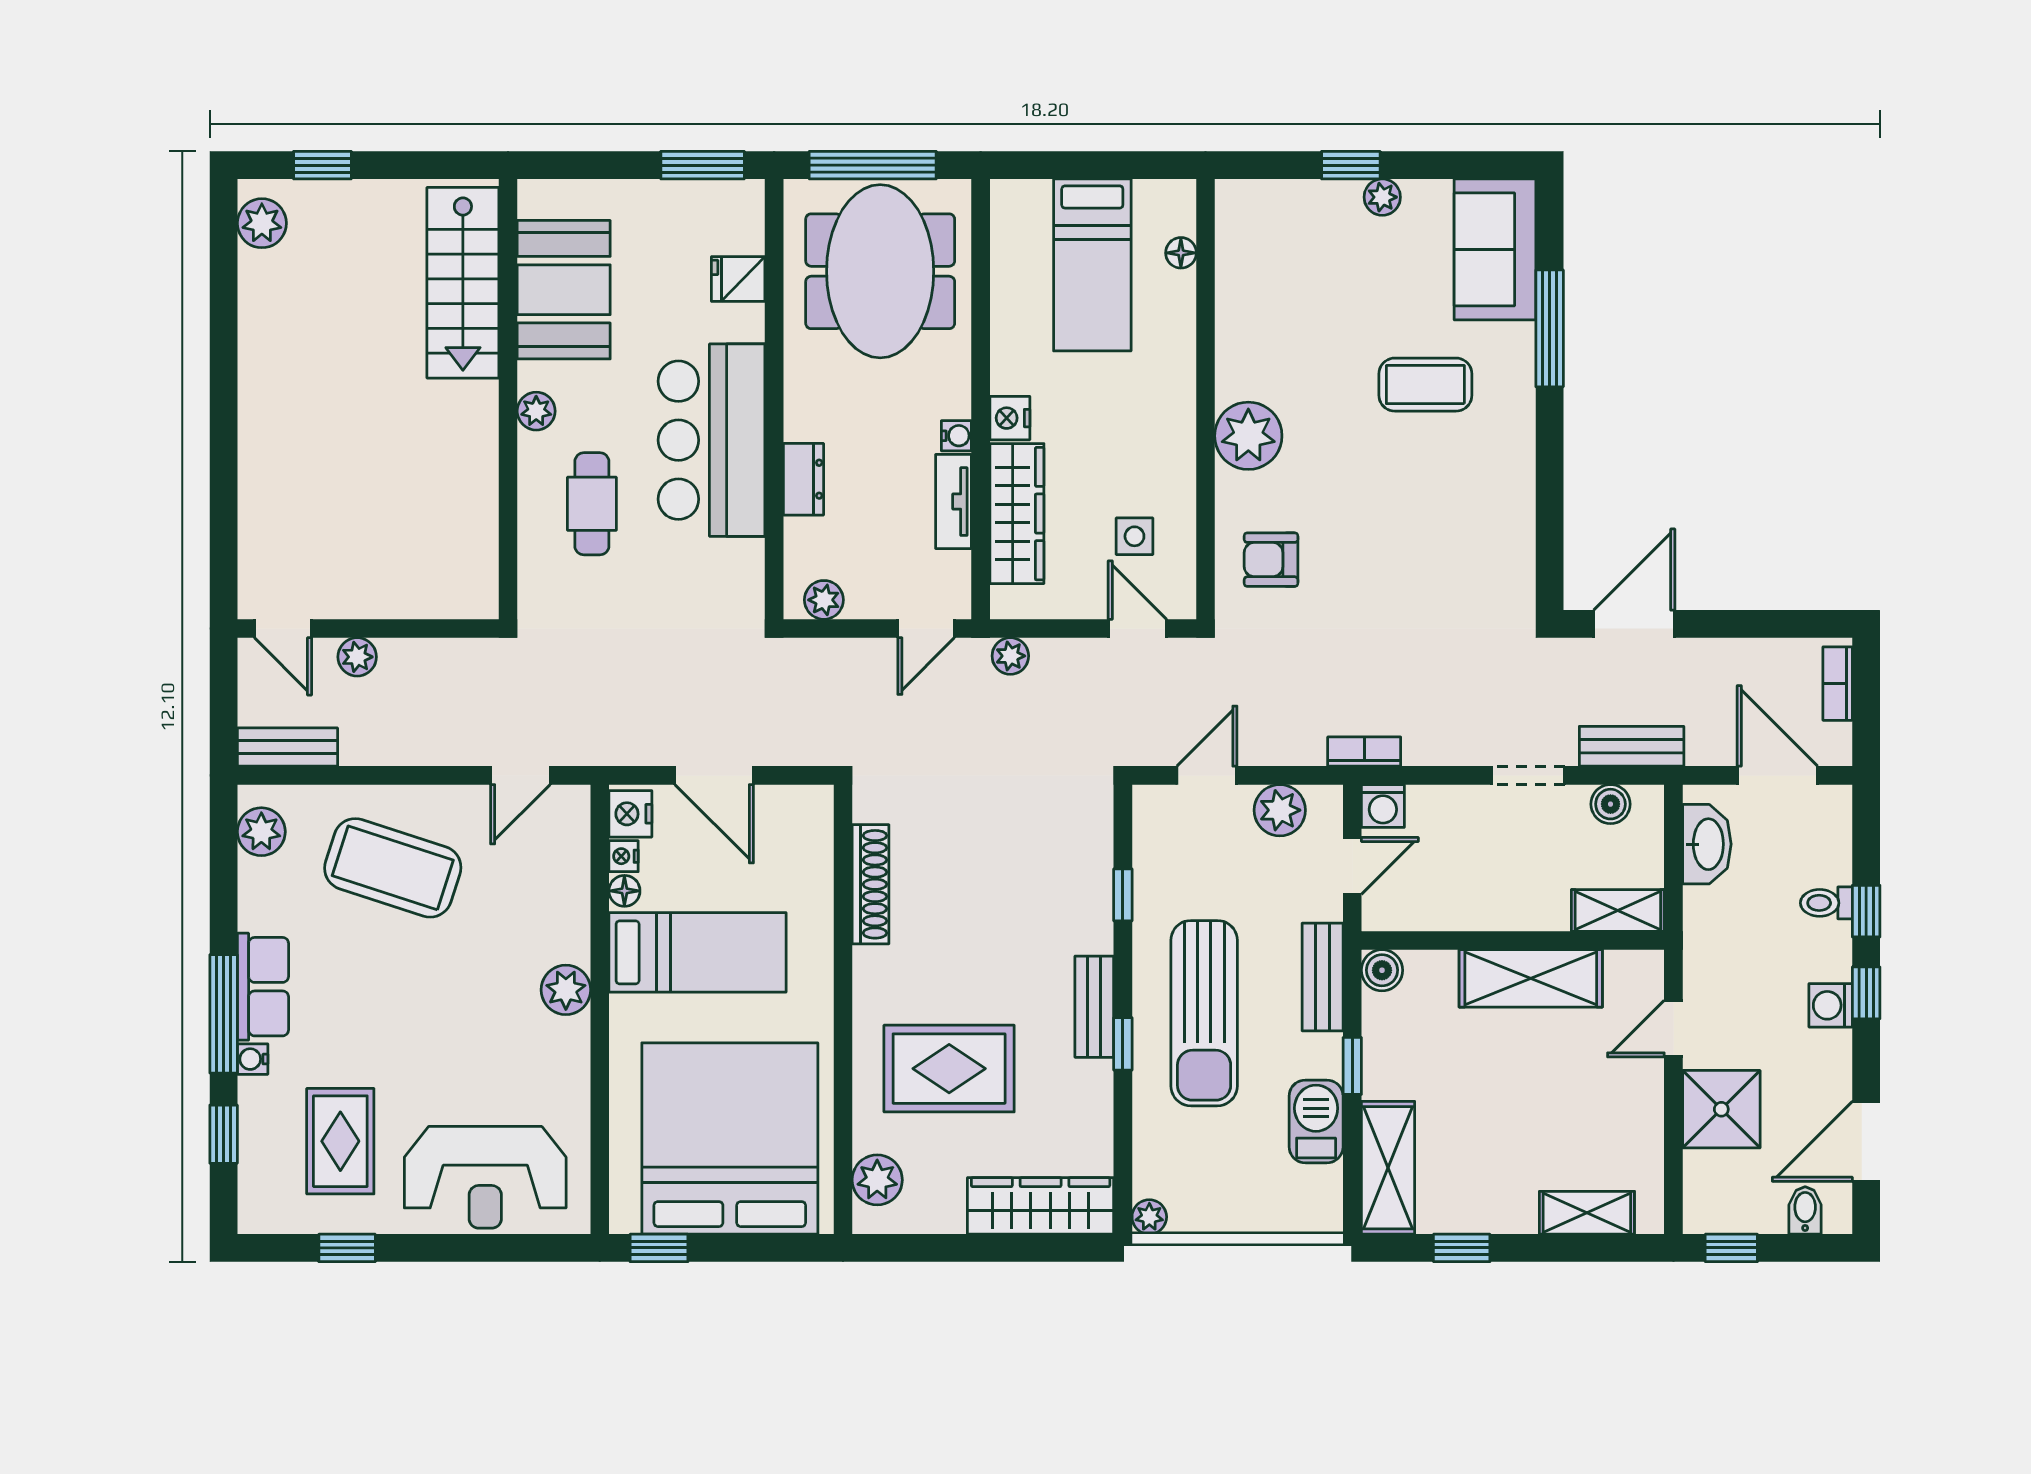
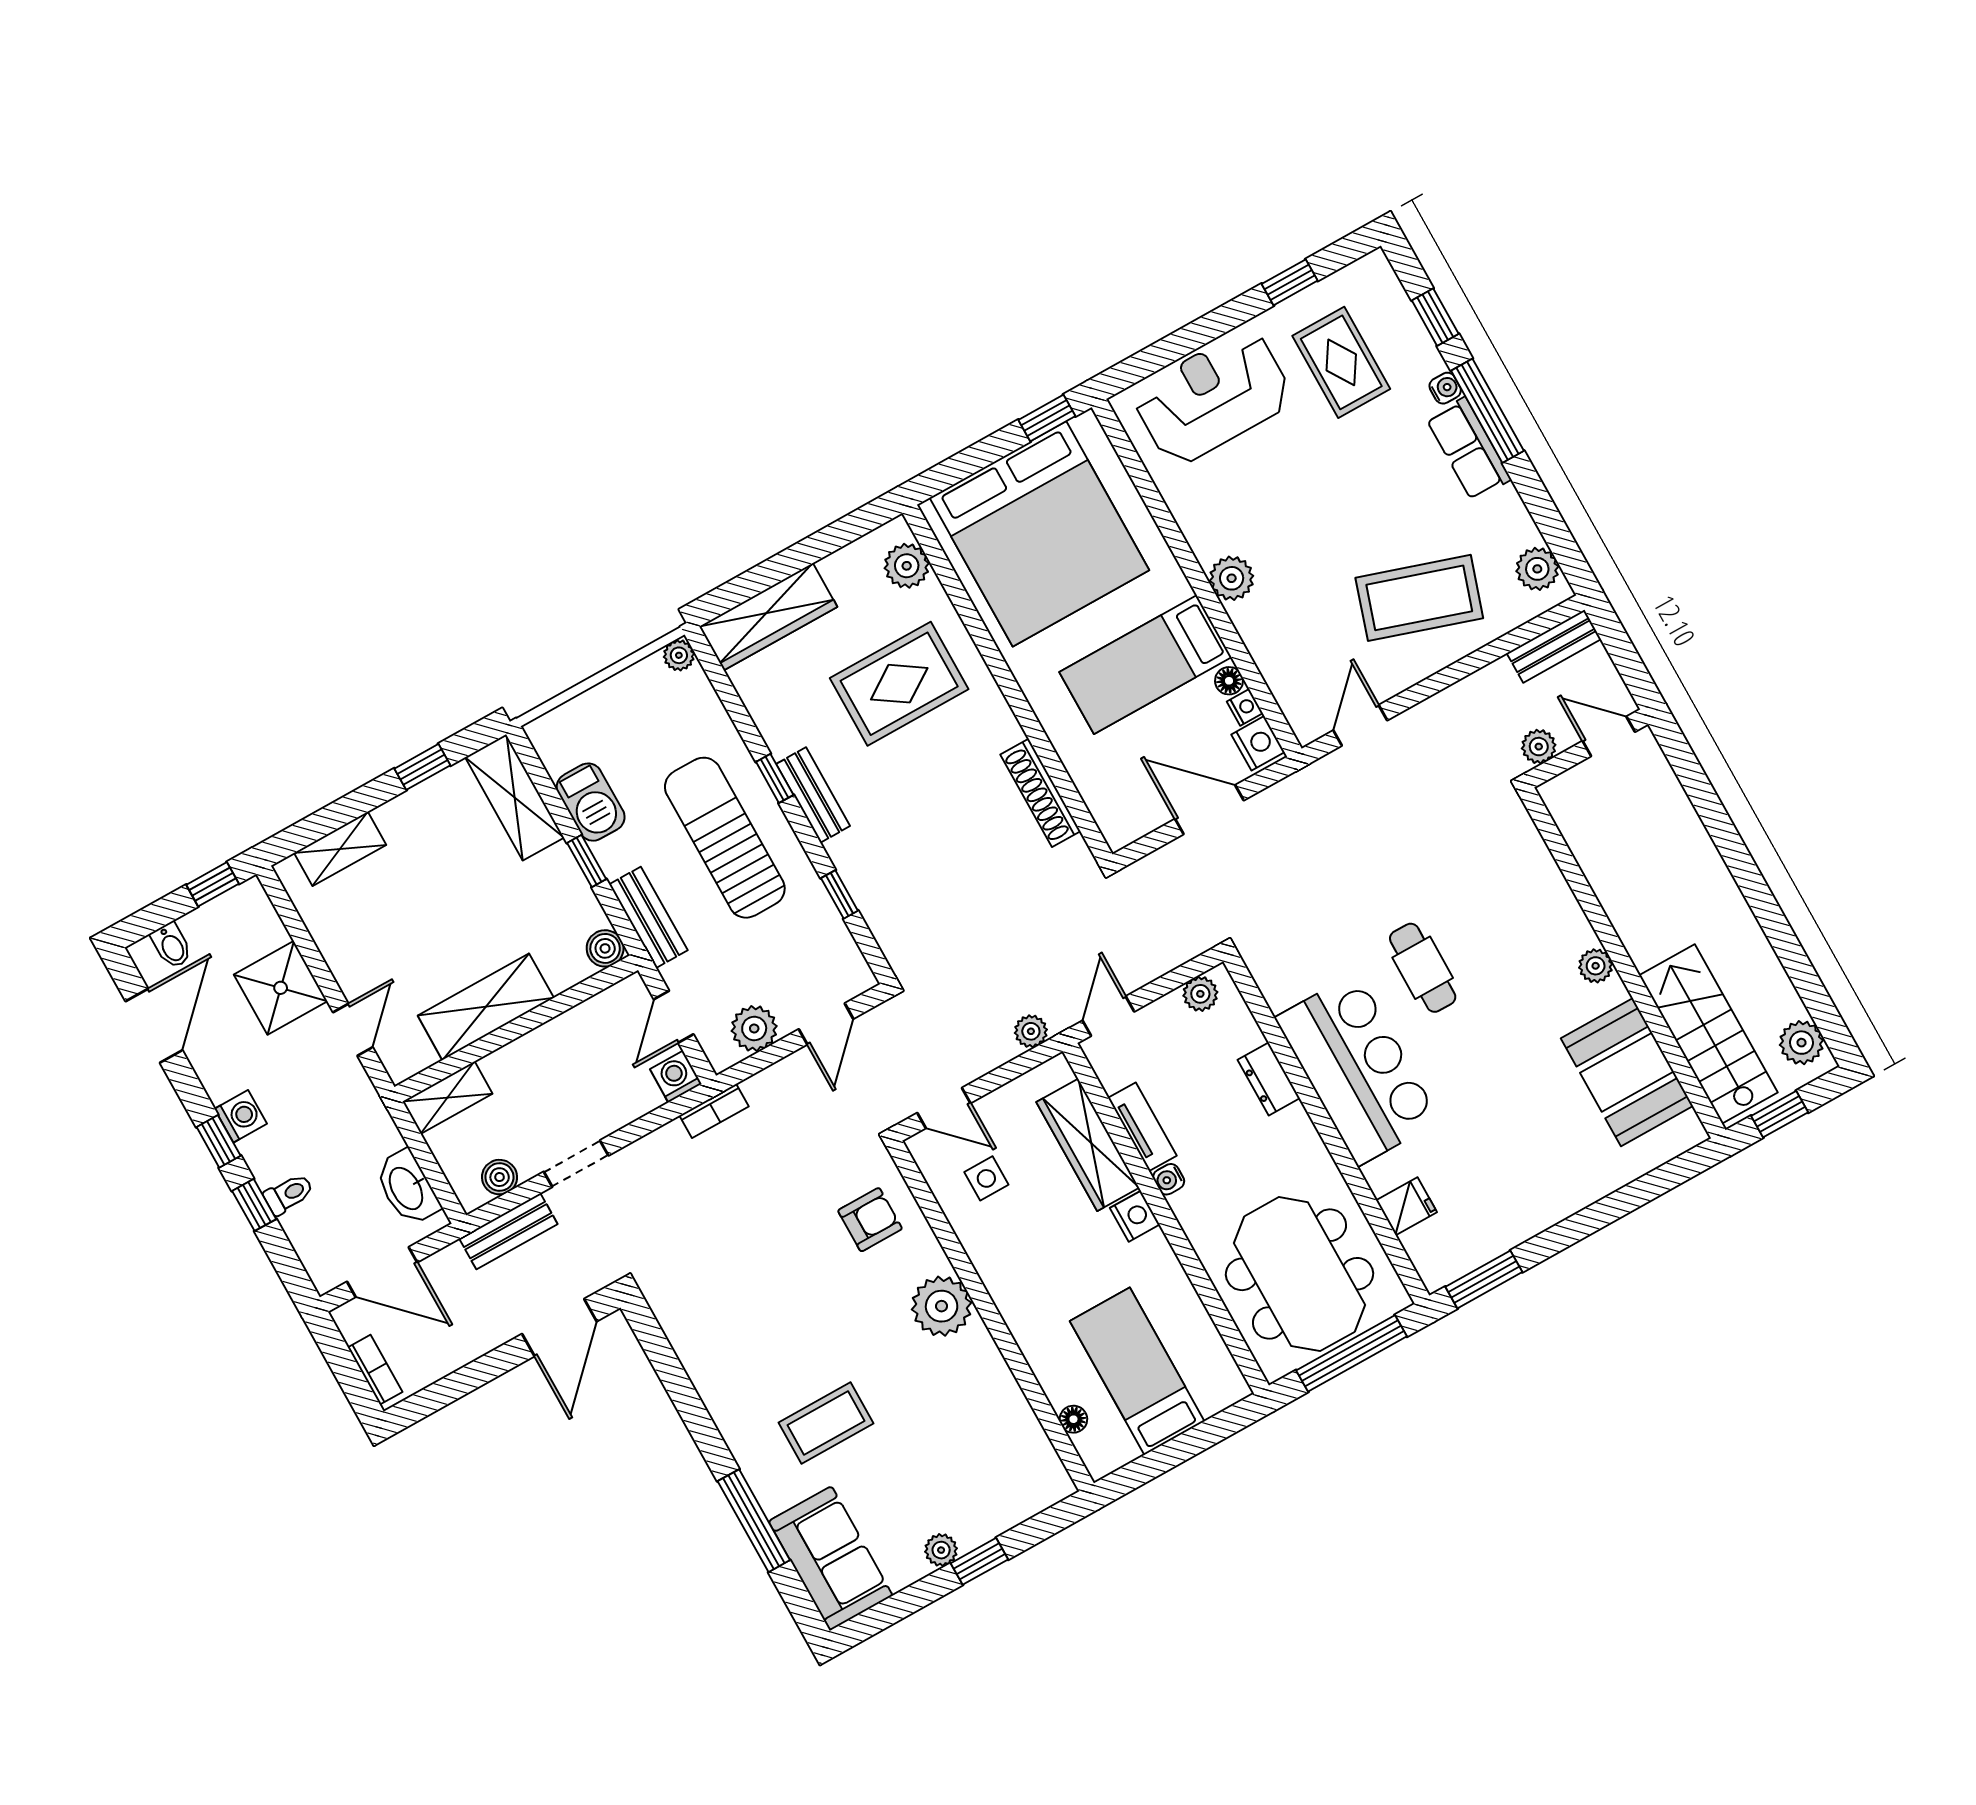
stairs: (463, 283) -> (1708, 1034), moved
booth: (564, 290) -> (1627, 1072), moved
wall: (508, 399) -> (1623, 963), moved
plant: (536, 411) -> (1596, 966), moved

